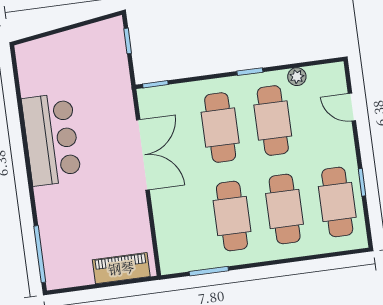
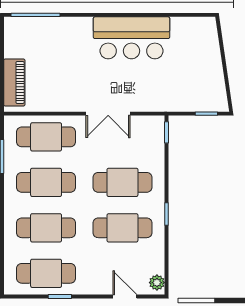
plant: (297, 77) -> (157, 283), moved
door: (352, 107) -> (125, 297), hinge flipped
double door: (143, 155) -> (108, 114), width x0.73
cafe table: (179, 223) -> (46, 137), added

